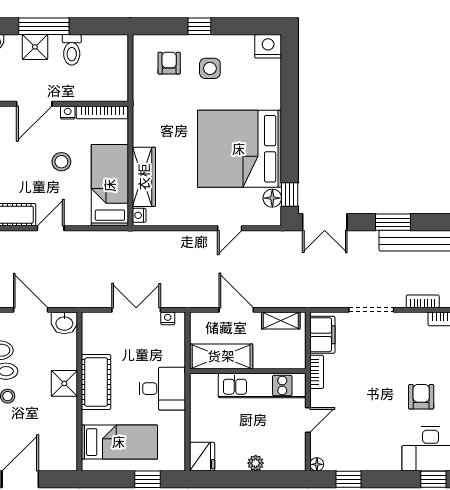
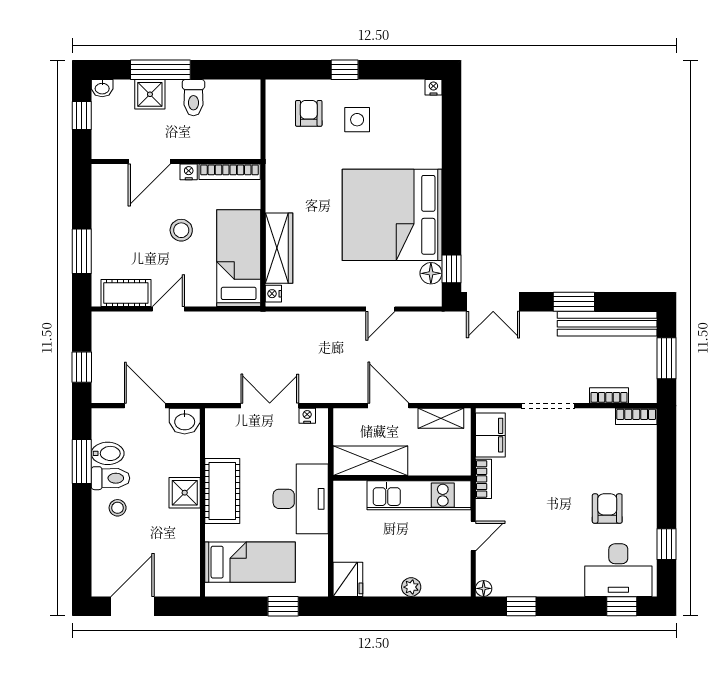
nightstand: (268, 46) -> (433, 87), width x0.53, depth x0.56
desk: (162, 389) -> (301, 499), width x1.37

